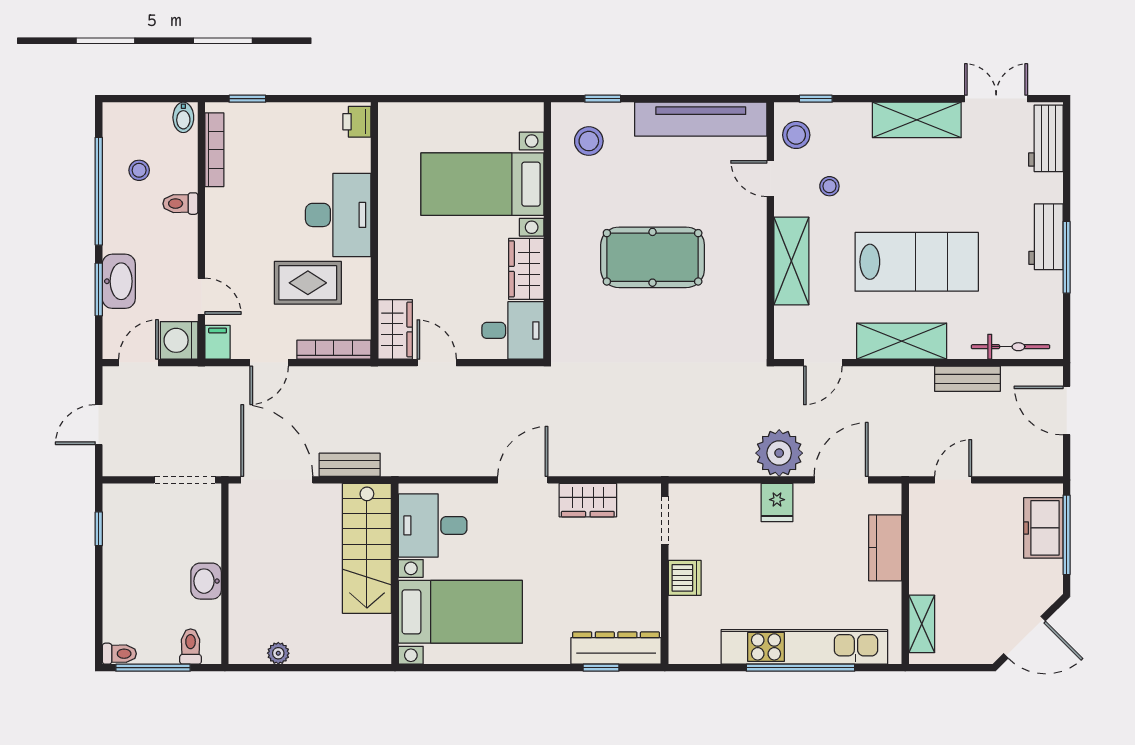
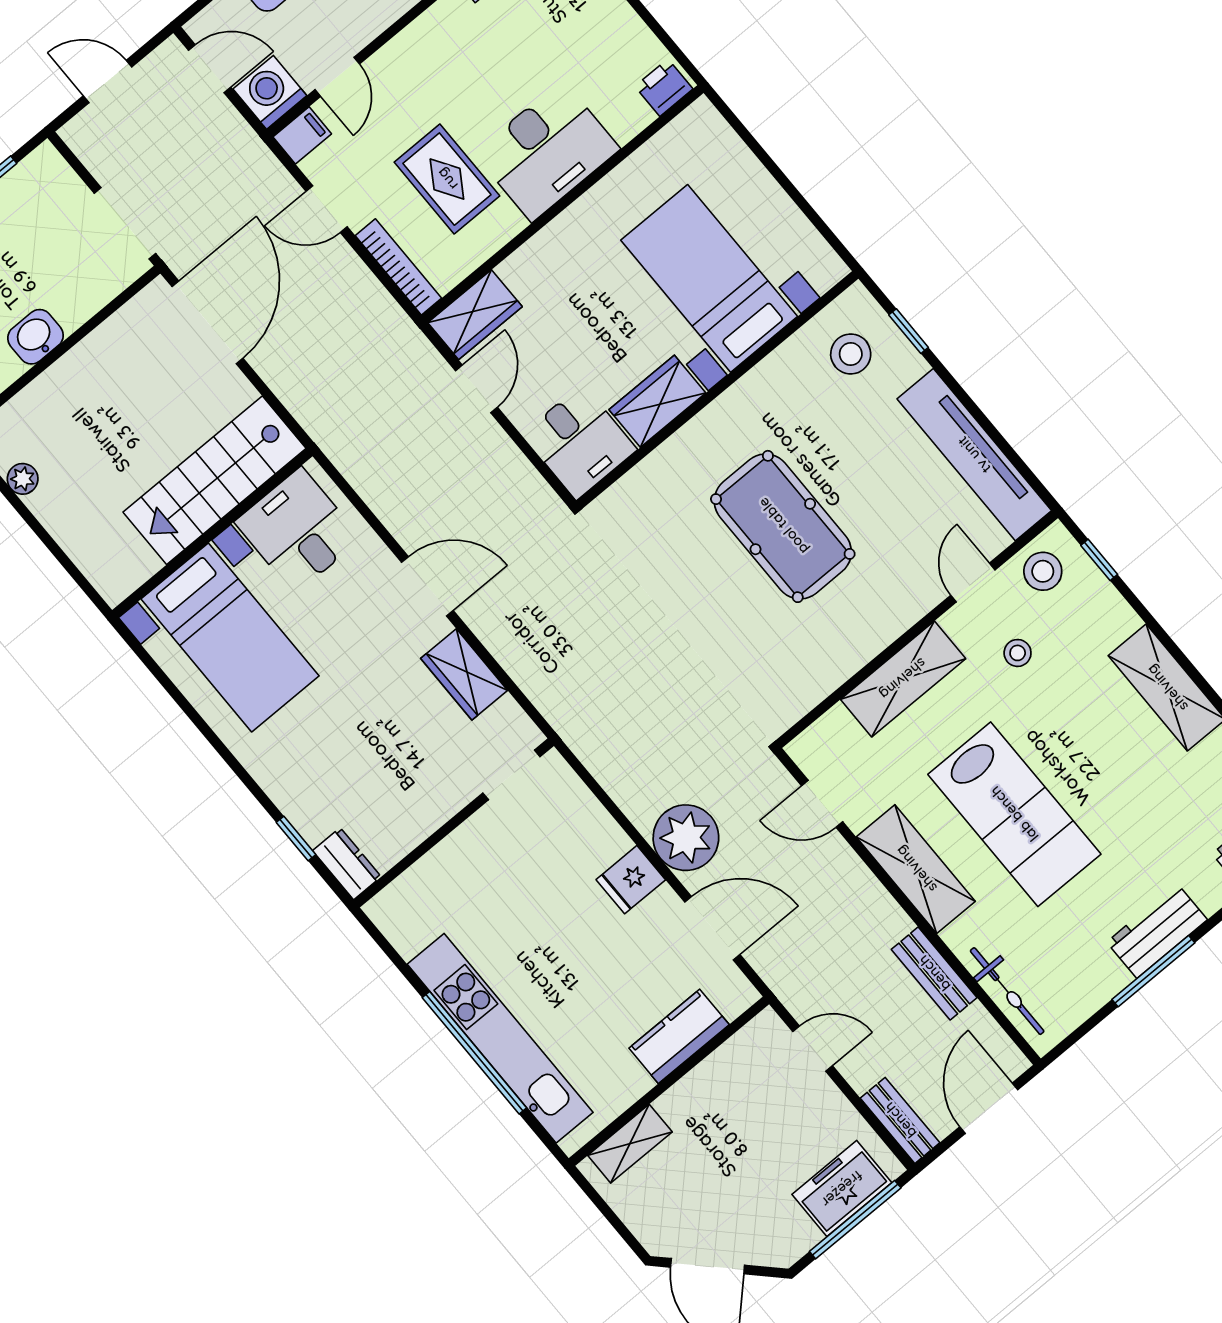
bench: (350, 465) -> (900, 1120), moved
dishwasher: (685, 578) -> (467, 848), removed
dresser: (616, 648) -> (347, 864), width x0.51, depth x0.80

